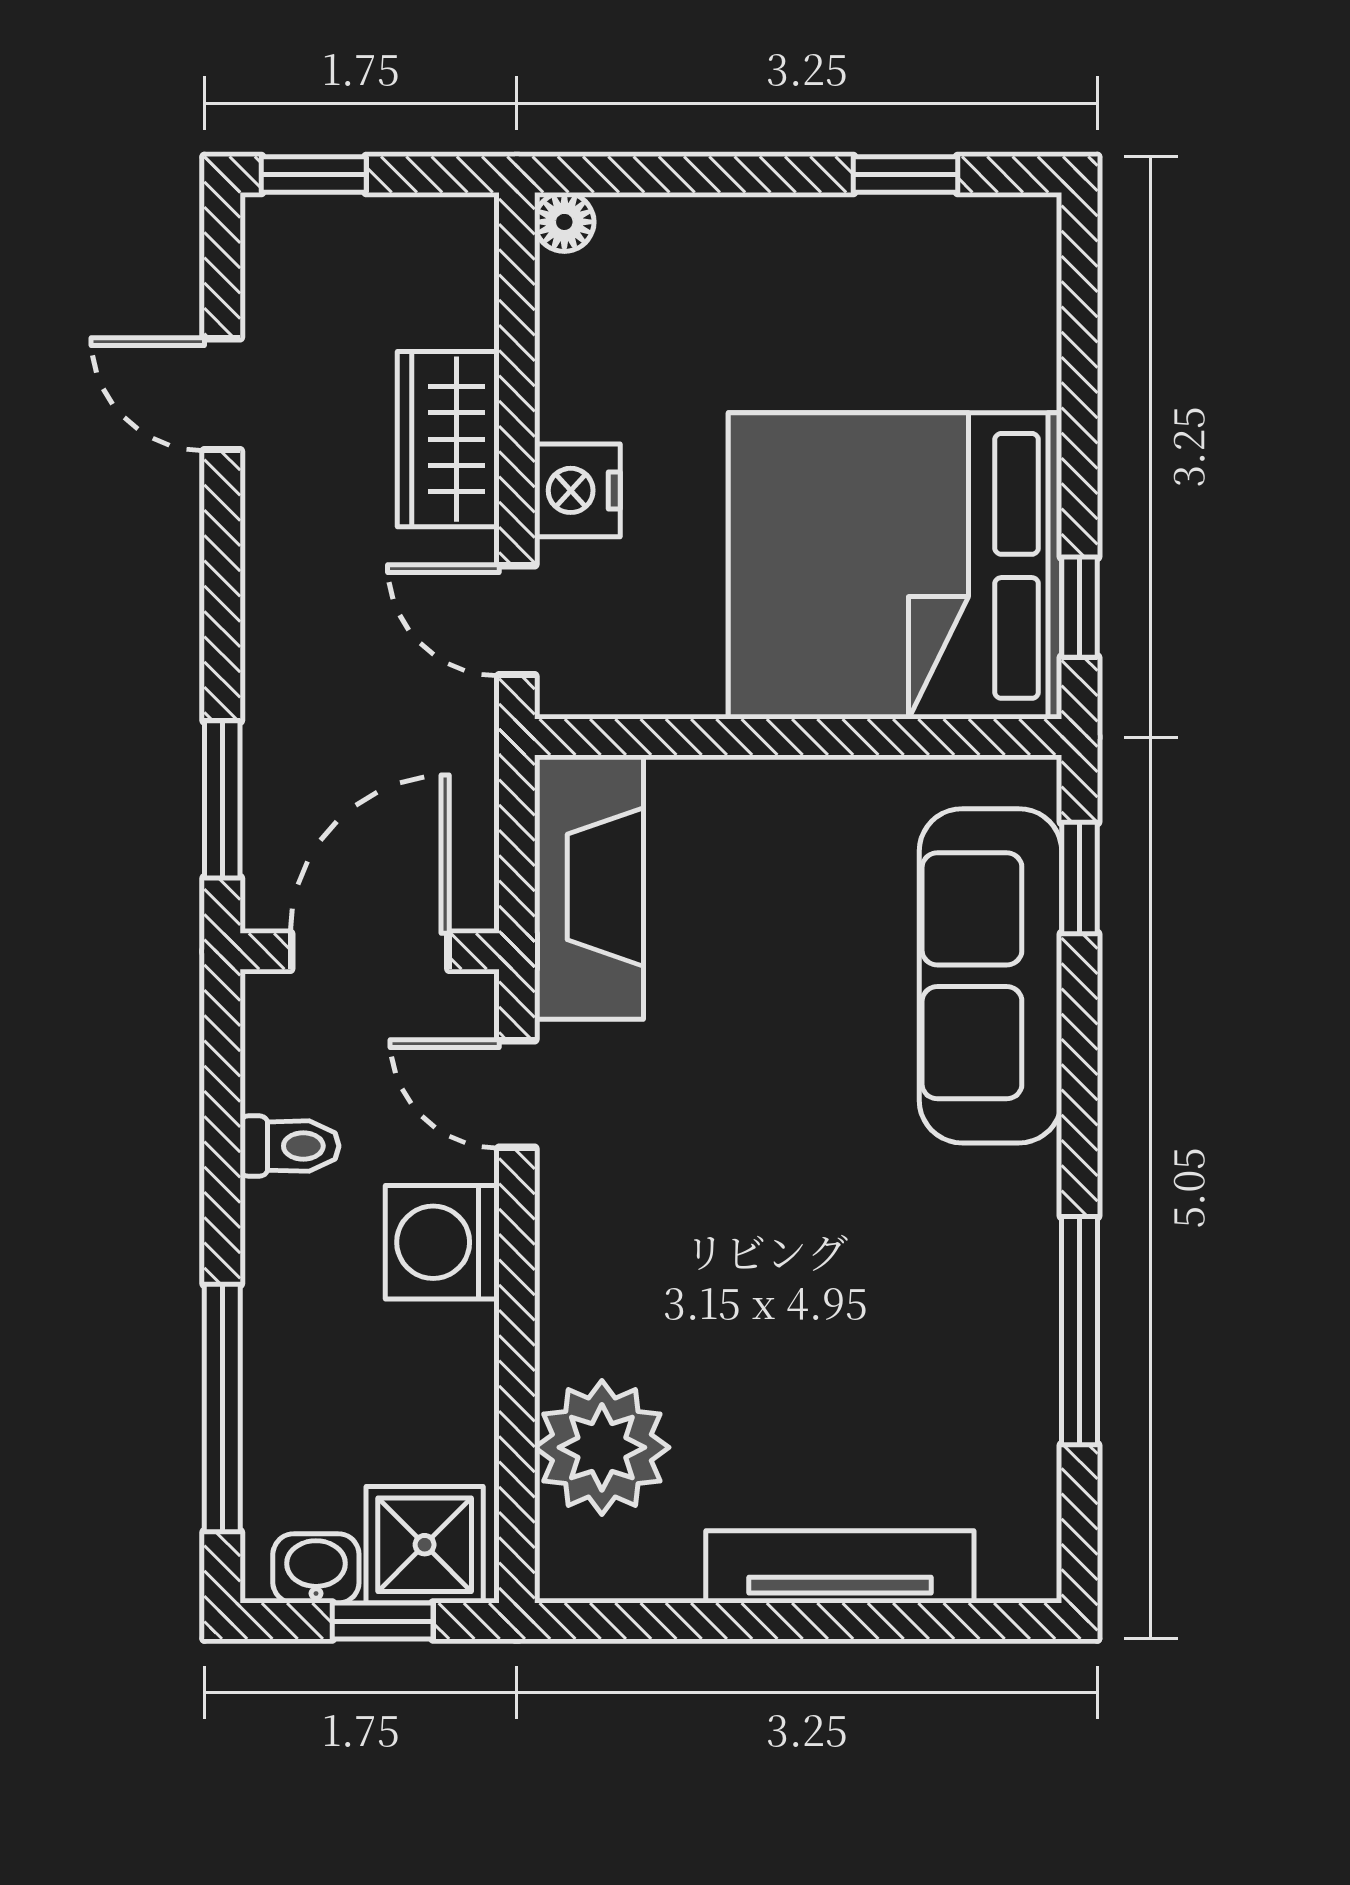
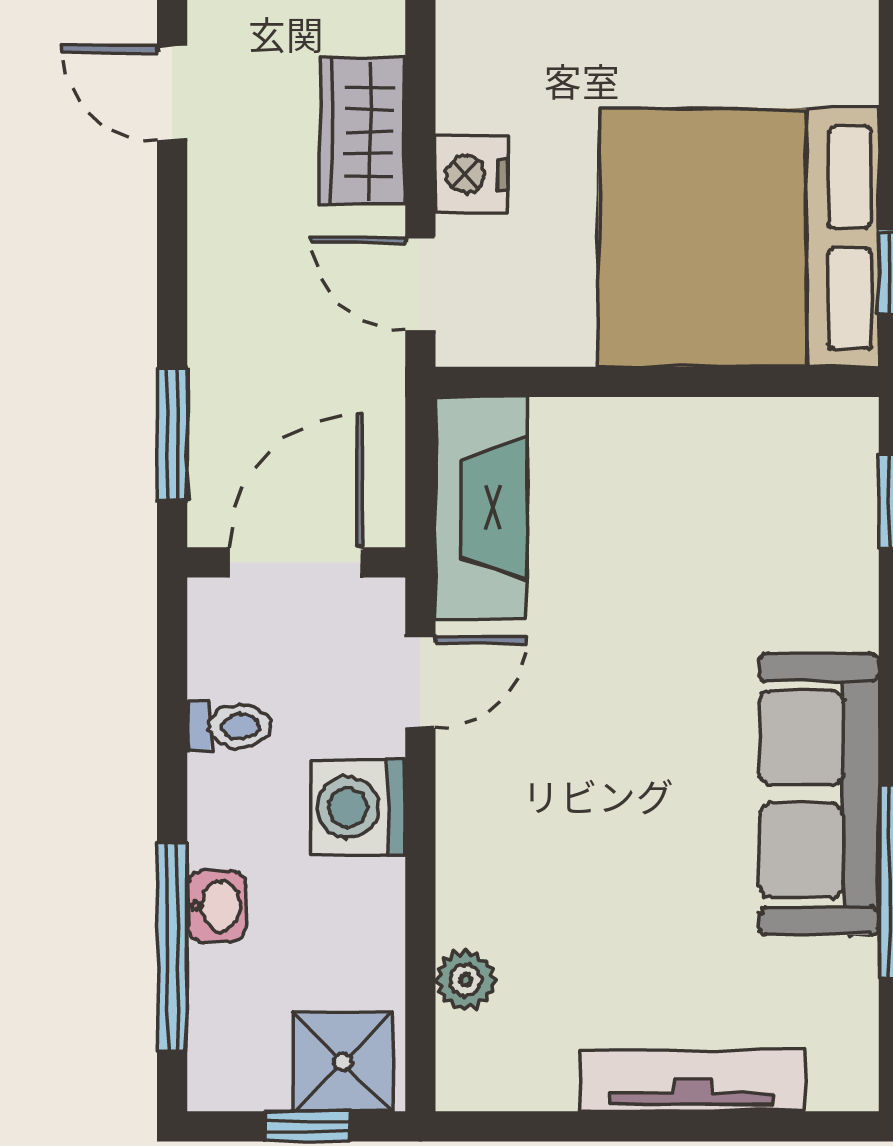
sofa: (990, 976) -> (819, 794), moved
door: (517, 1094) -> (420, 682), swing flipped
plant: (602, 1447) -> (466, 980), width x0.53, depth x0.53
washbasin: (316, 1568) -> (216, 906), moved, turned 90

